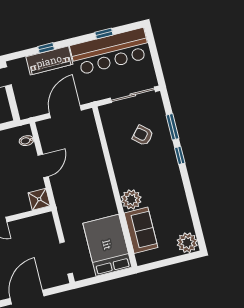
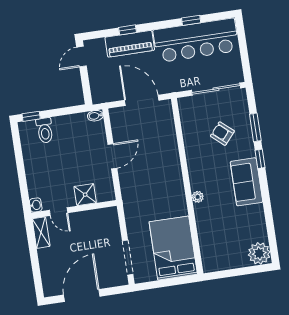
door: (65, 112) -> (142, 100), hinge flipped
bidet: (27, 141) -> (95, 116), moved
shower: (39, 199) -> (85, 195), moved
plant: (131, 199) -> (198, 197), width x0.53, depth x0.53
sofa: (141, 230) -> (247, 182), moved, turned 180

